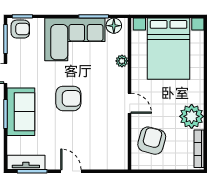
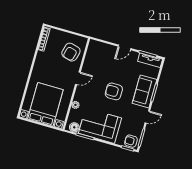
door: (130, 103) -> (78, 78), swing flipped
plant: (192, 116) -> (43, 60), removed
door: (71, 171) -> (125, 47), hinge flipped

